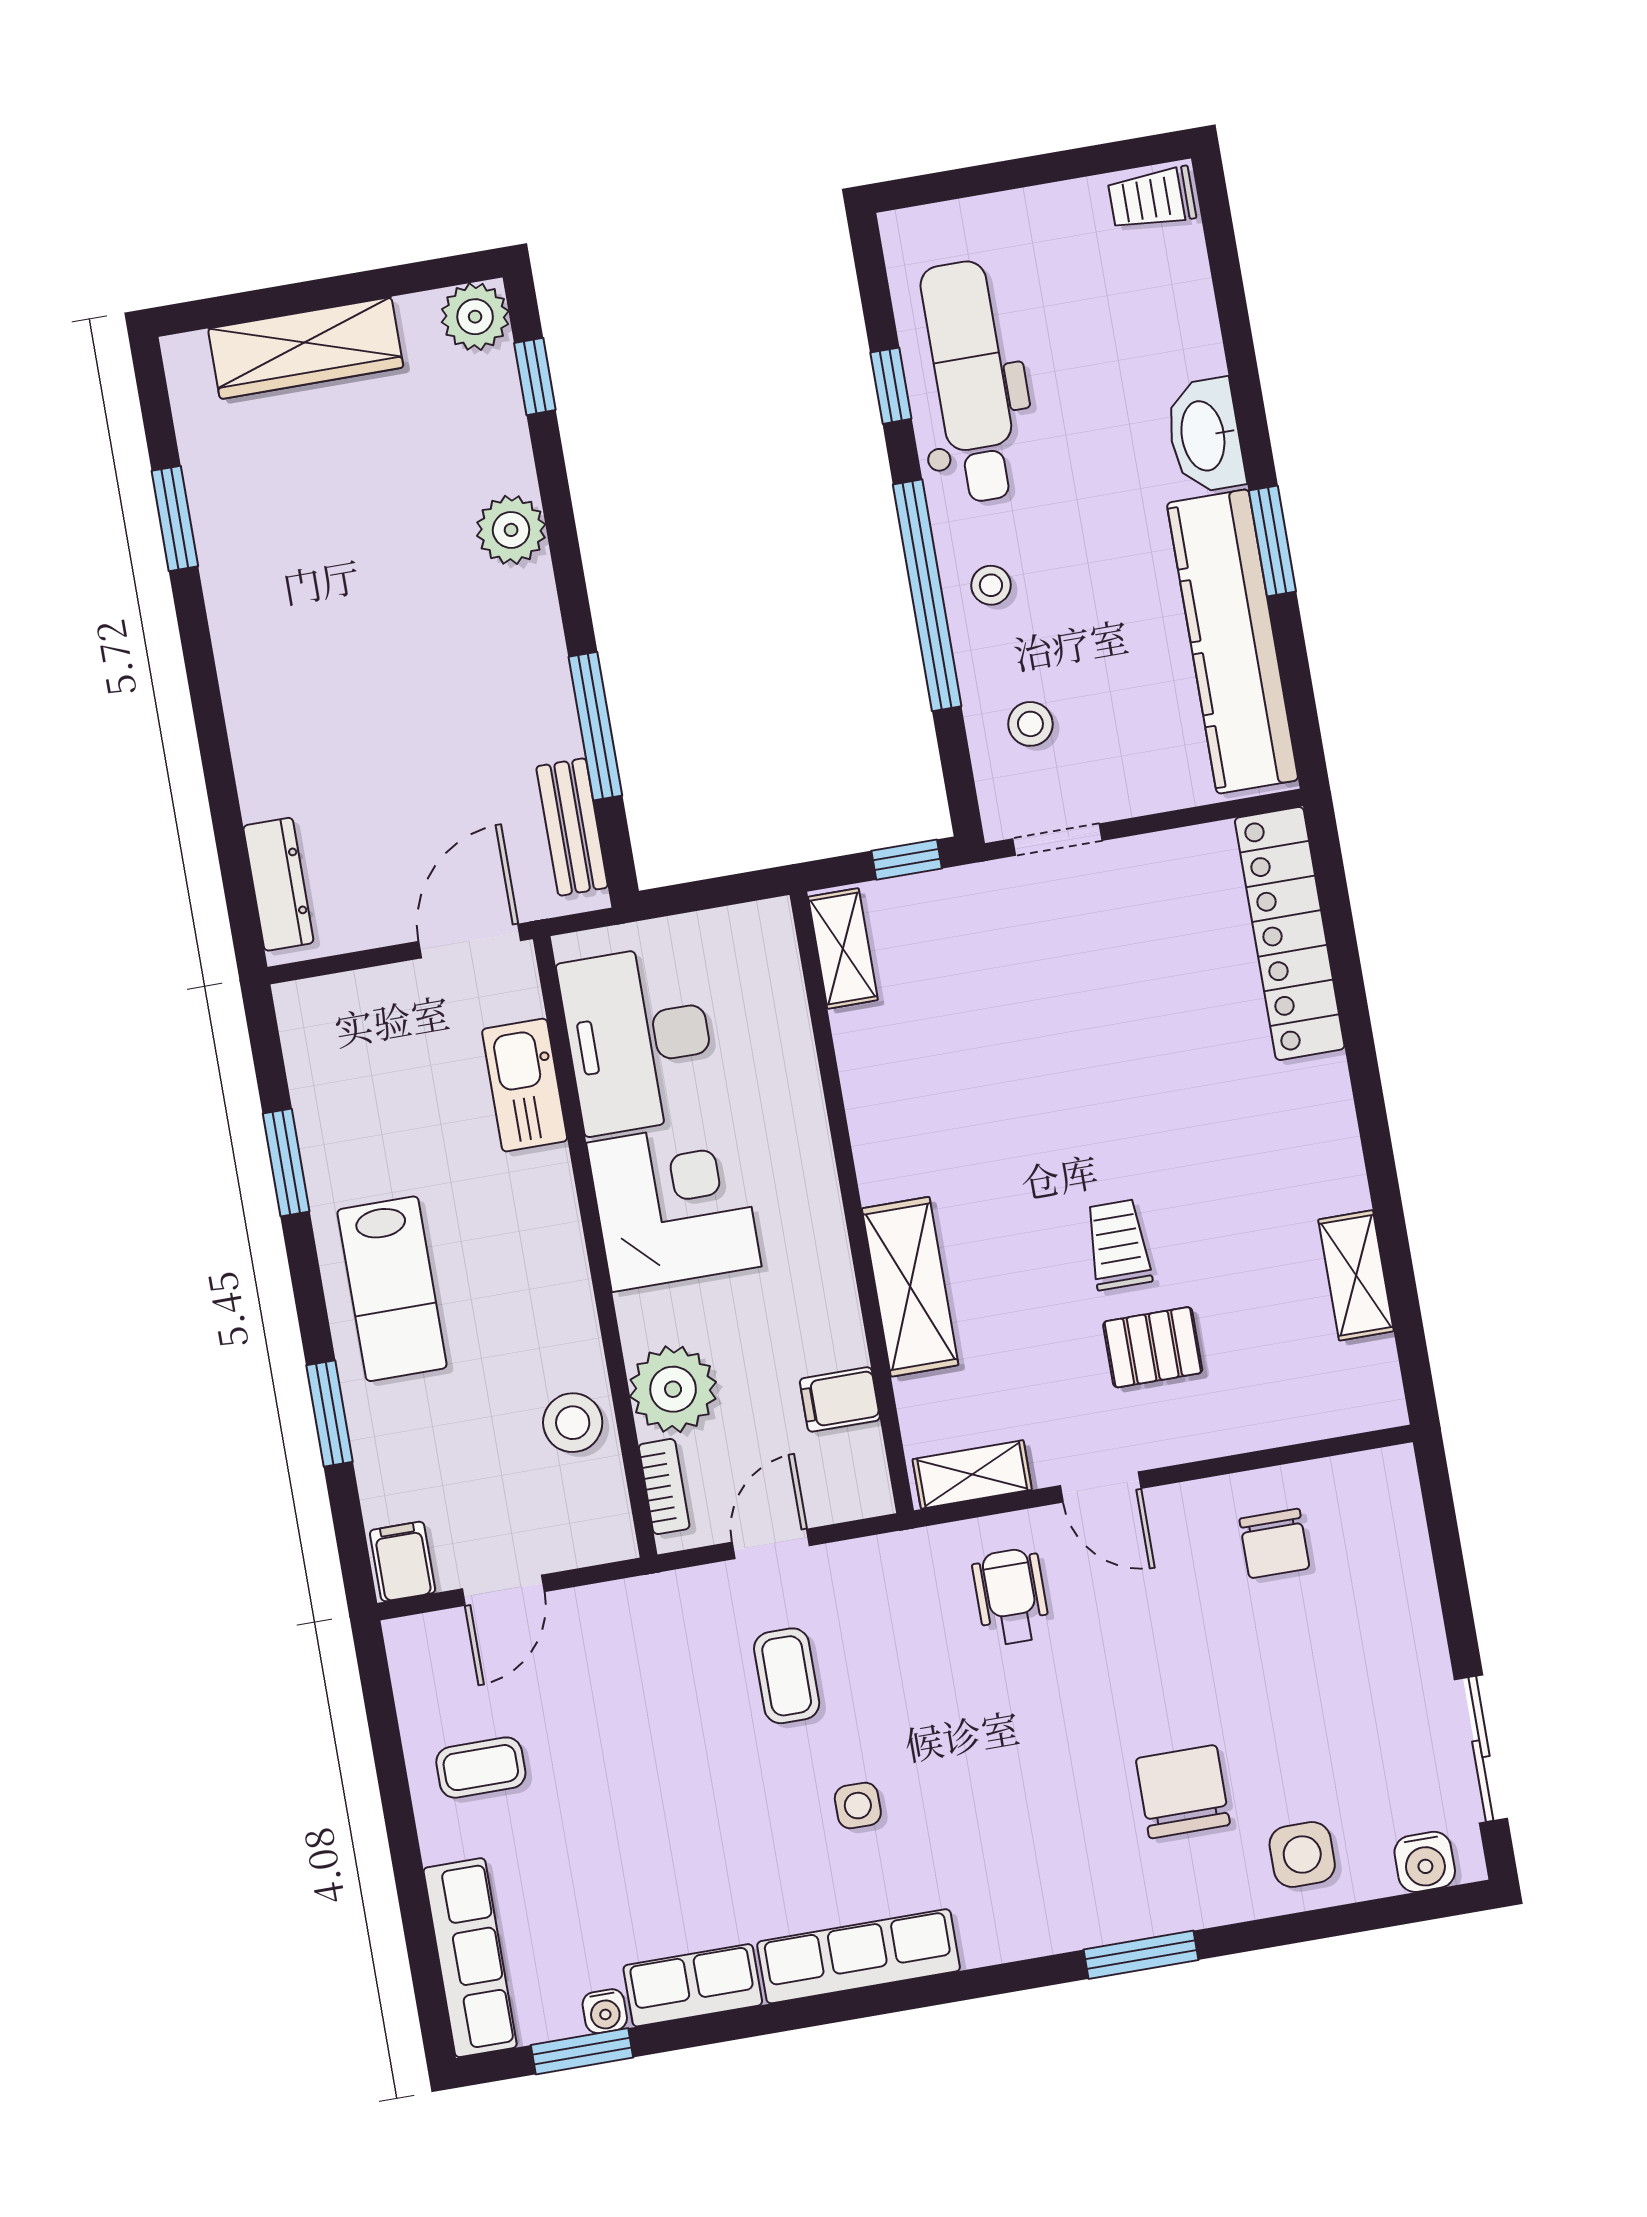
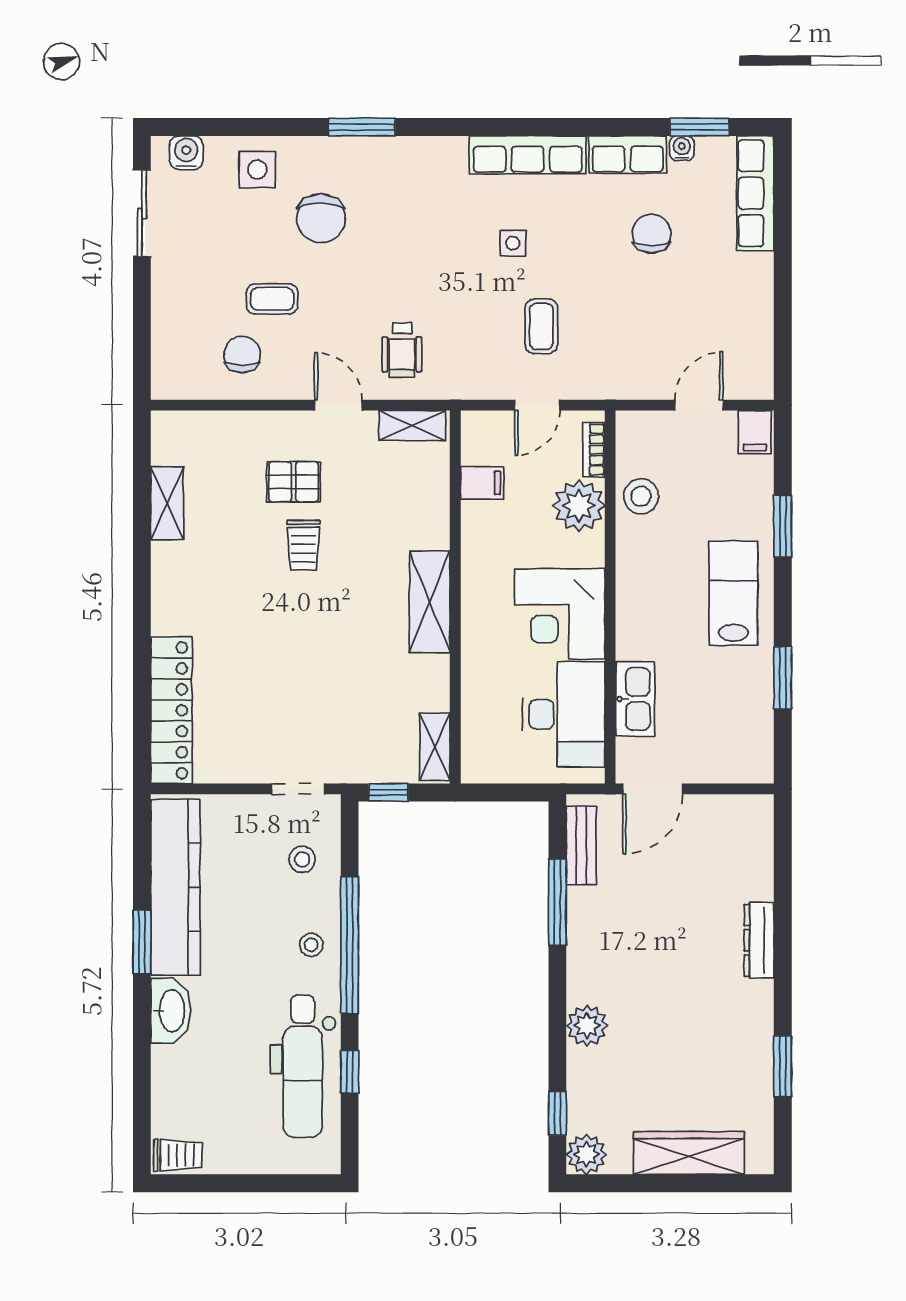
dresser: (278, 884) -> (759, 940), moved
shelving: (910, 1287) -> (430, 602), moved
coffee table: (481, 1768) -> (272, 299), moved
chair: (631, 1861) -> (651, 234), added

